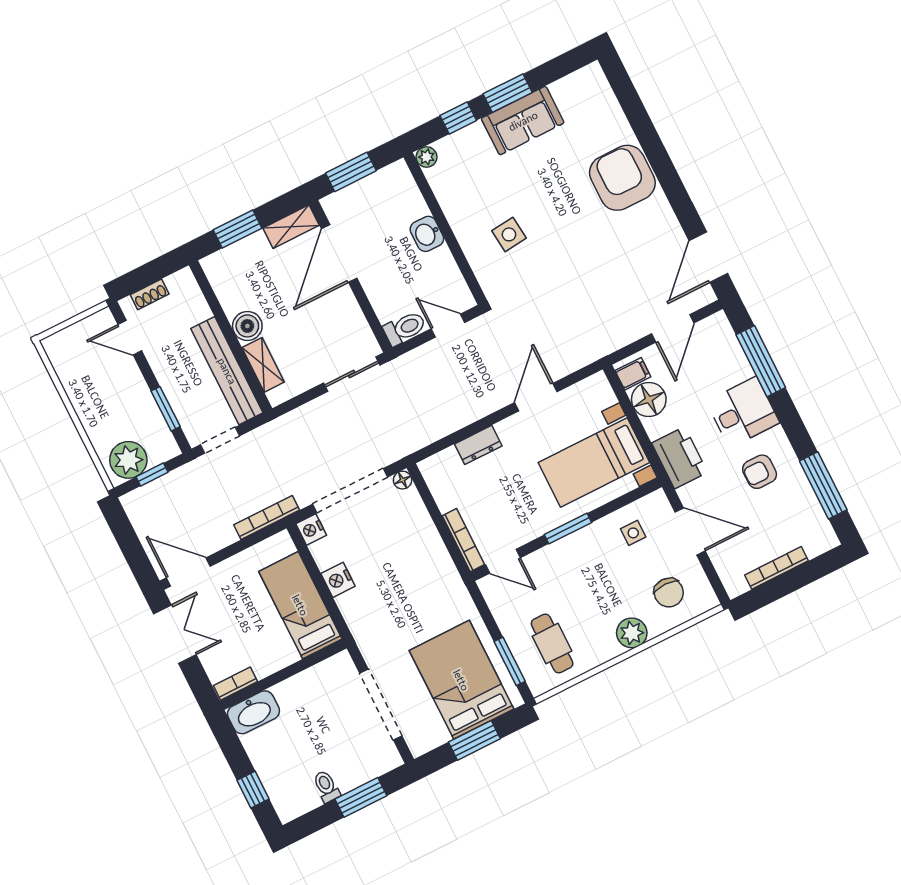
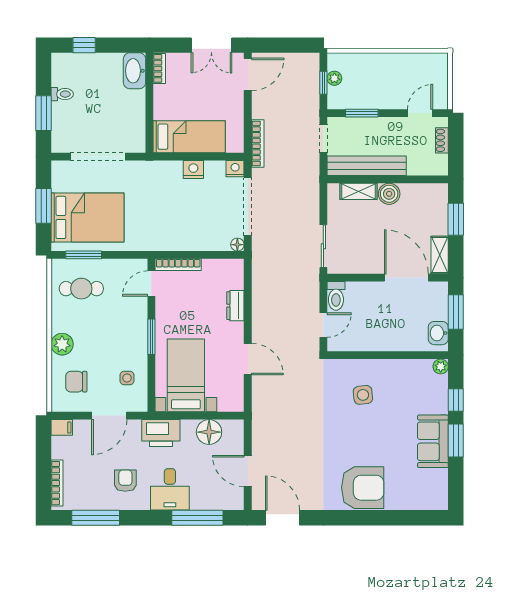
washbasin: (427, 234) -> (438, 333), moved, turned -90
filing cabinet: (633, 374) -> (62, 427), moved, turned -90
plant: (128, 460) -> (334, 78), width x0.53, depth x0.53
bookcase: (776, 568) -> (57, 483), moved

